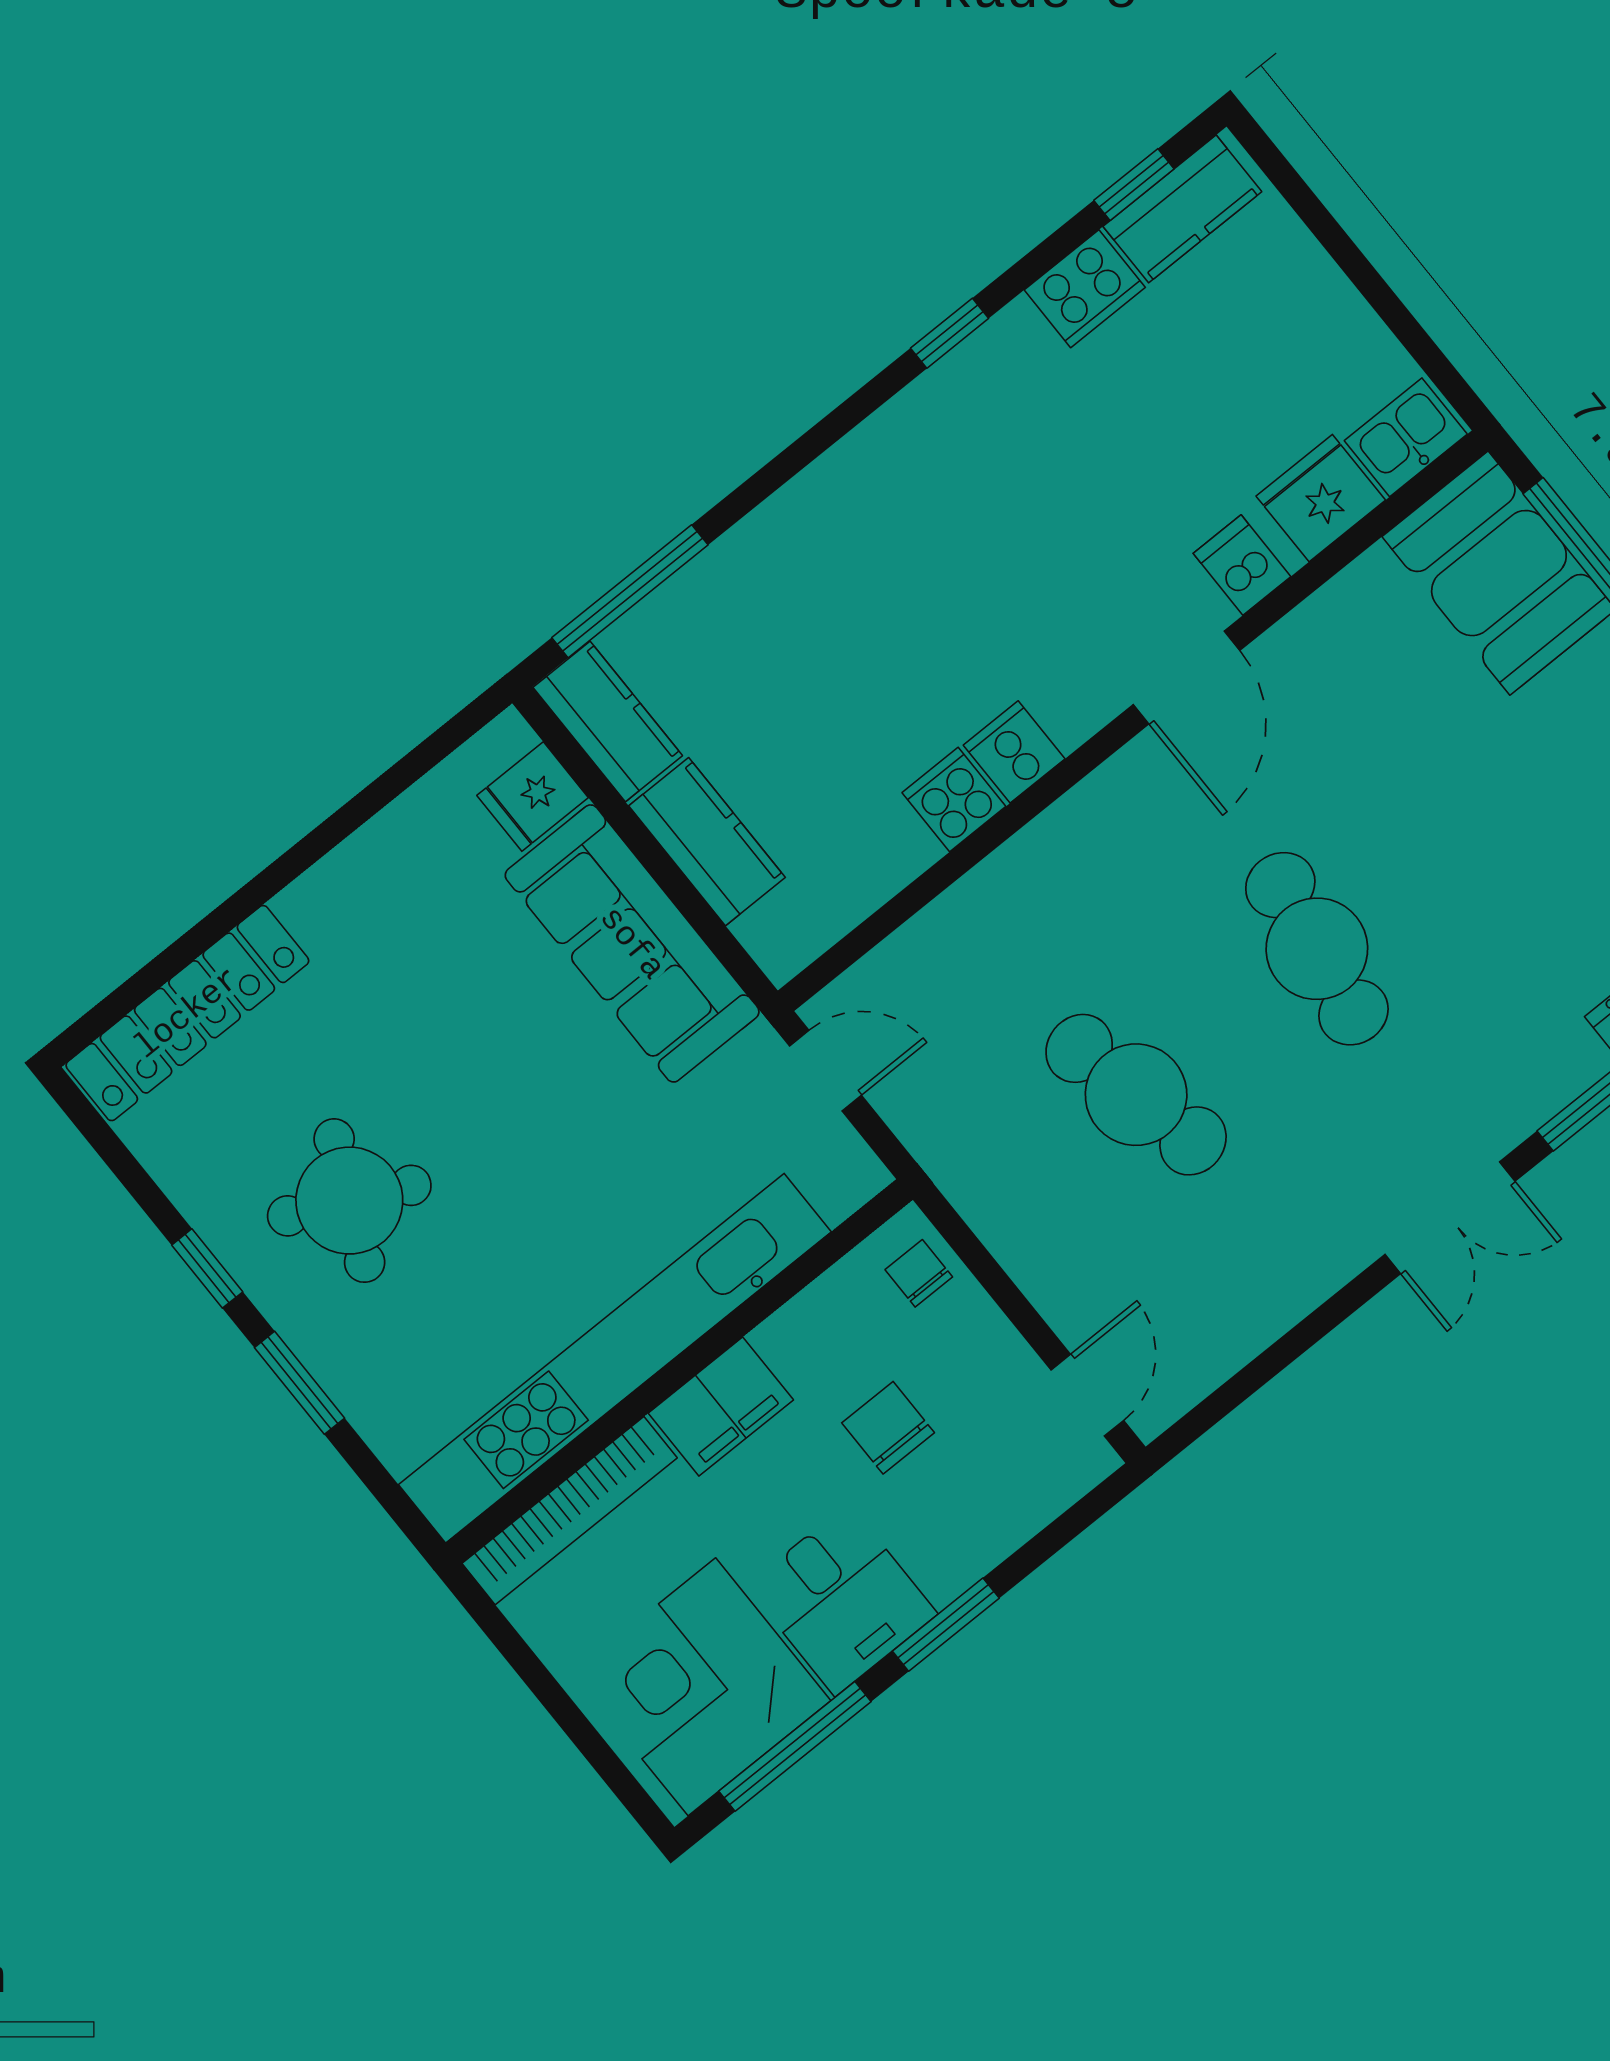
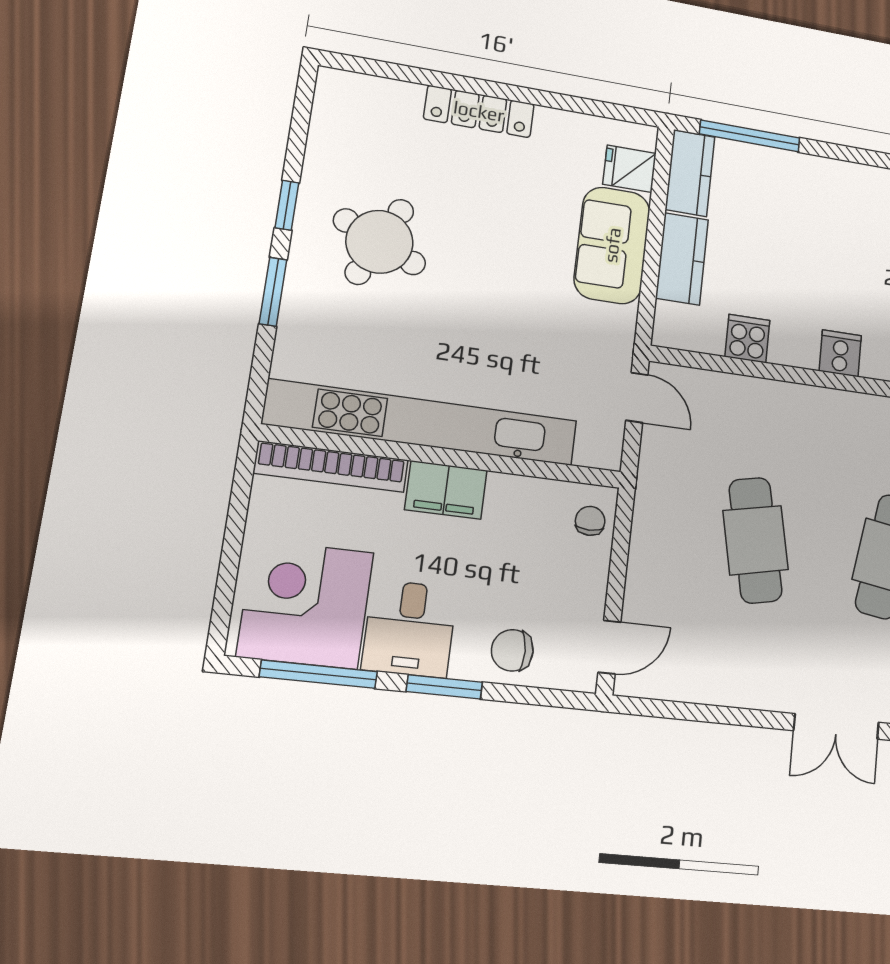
cooker: (954, 799) -> (747, 339), moved
sofa: (632, 943) -> (612, 245), width x0.73
locker: (187, 1013) -> (479, 111), moved, width x0.71, depth x0.83
chair: (888, 1428) -> (512, 650), moved, turned -92

